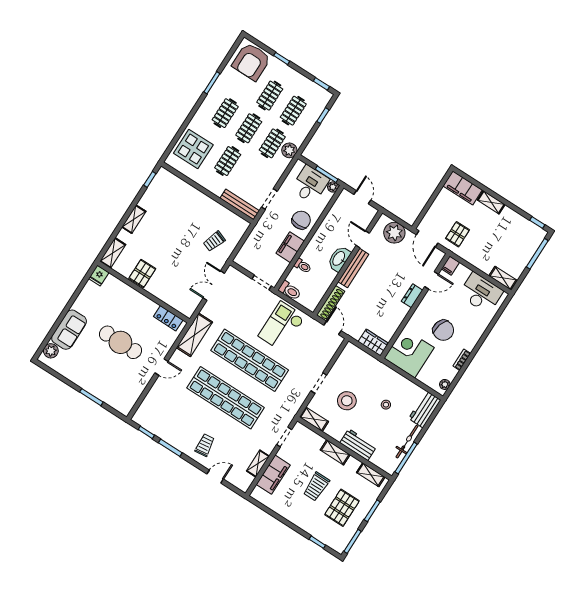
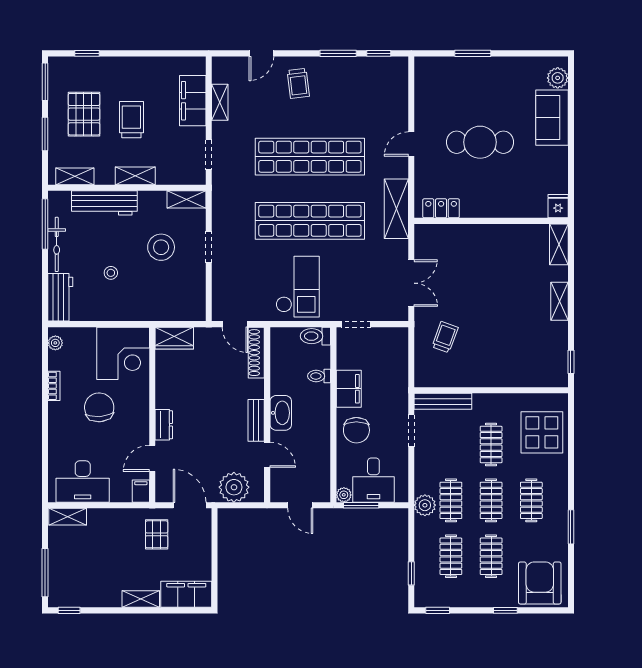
bench: (353, 268) -> (256, 420), width x0.73
pallet: (142, 274) -> (507, 242), removed
chair: (443, 330) -> (99, 407), turned 69
workbench: (358, 445) -> (104, 203), width x1.37

